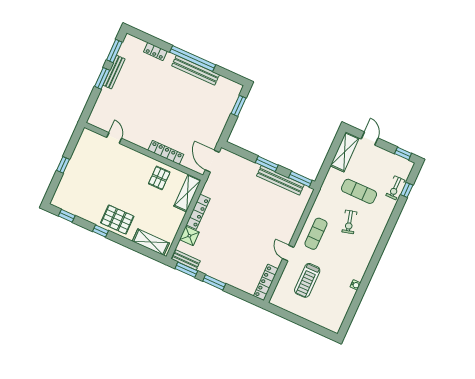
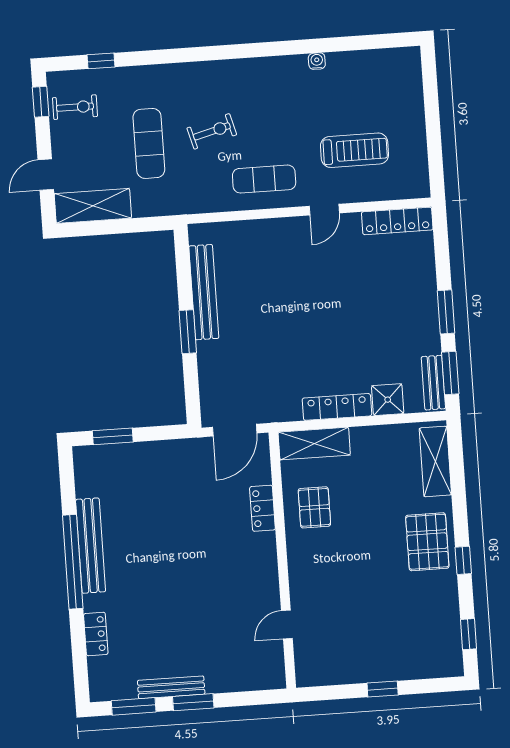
locker: (166, 152) -> (262, 508), width x0.66
pallet: (159, 178) -> (314, 507), turned 90
window: (300, 179) -> (183, 258), removed
exercise bike: (395, 188) -> (75, 107), moved

